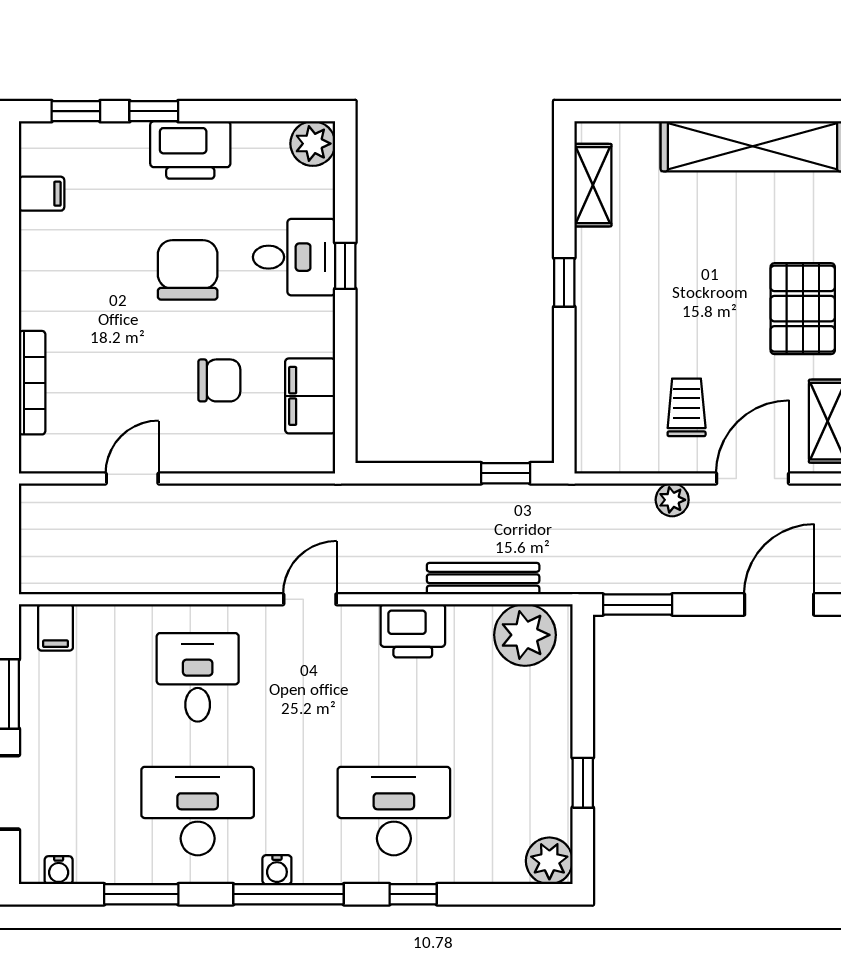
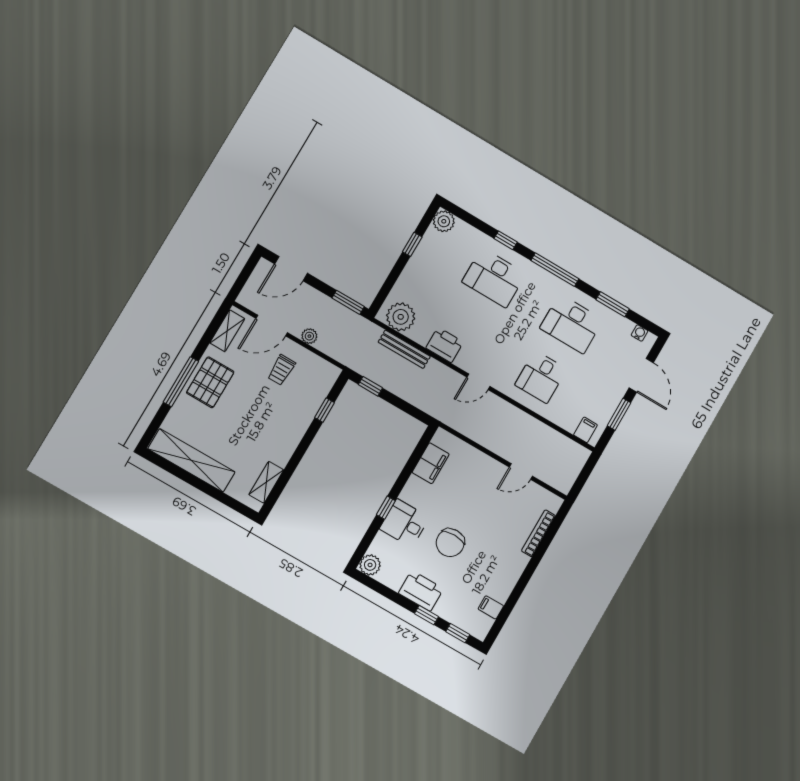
window: (564, 282) -> (324, 410), moved
chair: (219, 380) -> (463, 491), removed
water cooler: (277, 870) -> (554, 282), removed

